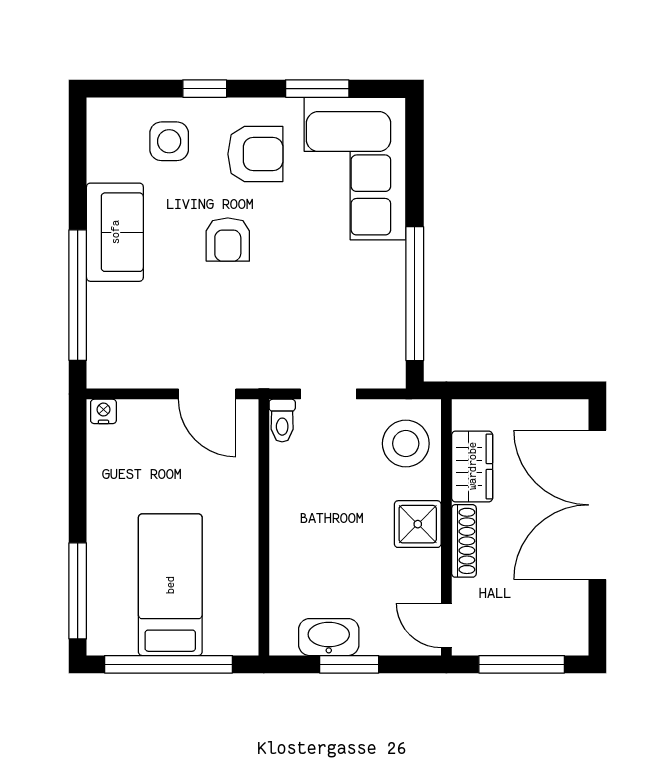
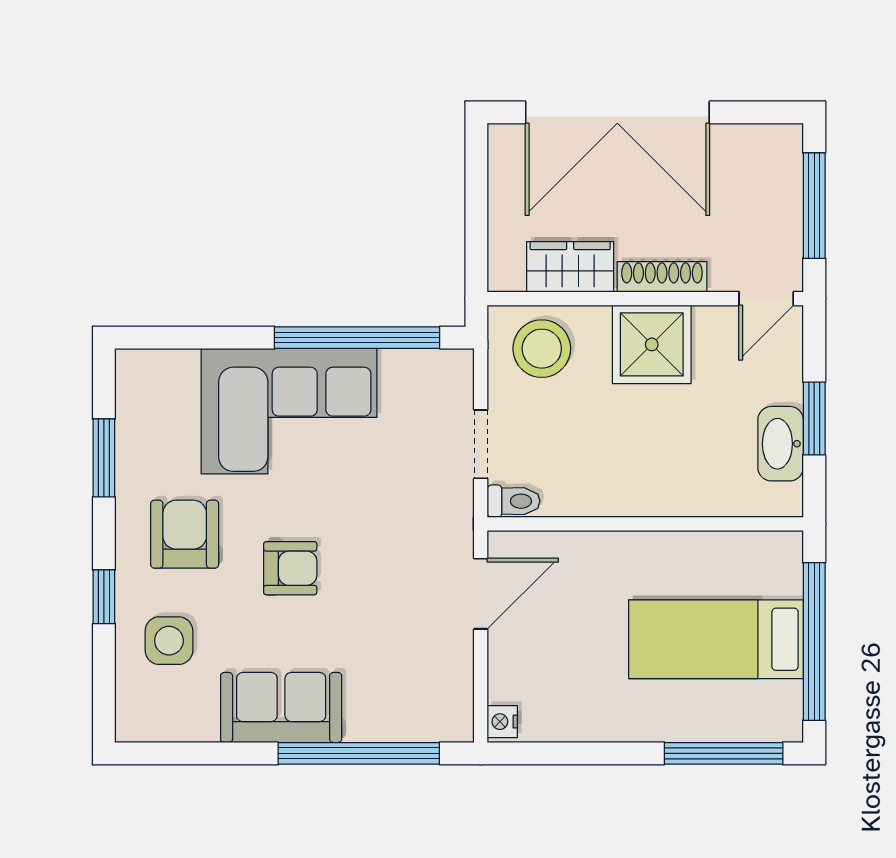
corner sofa: (355, 169) -> (289, 411), moved
shower: (418, 524) -> (652, 344), width x1.36, depth x1.36

